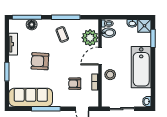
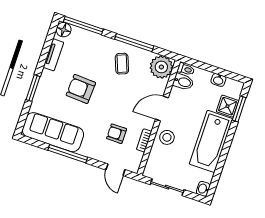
floor lamp: (32, 25) -> (64, 30), moved
shower: (144, 26) -> (228, 106), moved
plant: (90, 38) -> (161, 67), moved

